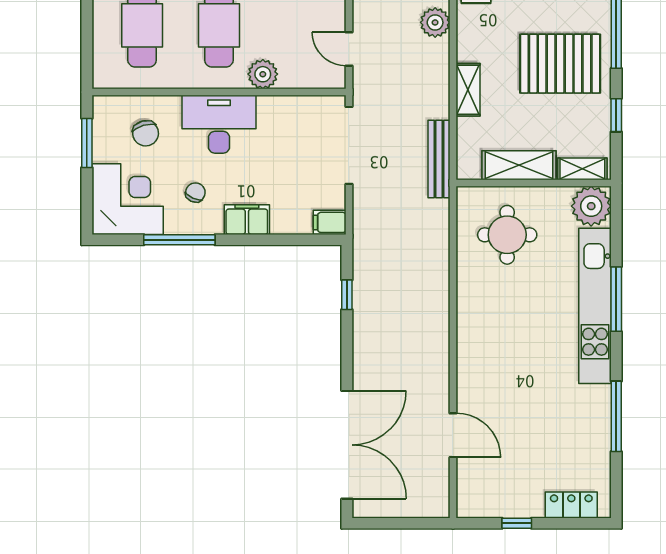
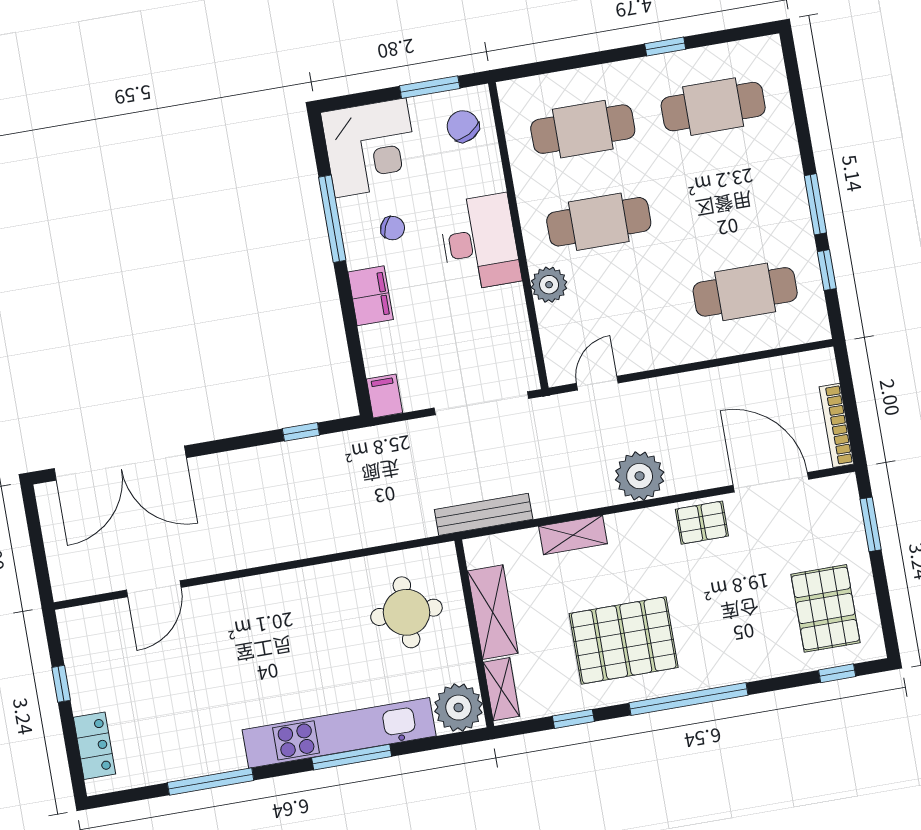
plant: (435, 22) -> (640, 476), width x1.36, depth x1.36
pallet: (560, 64) -> (624, 640), turned 90
chair: (146, 133) -> (463, 126), moved, turned 77

